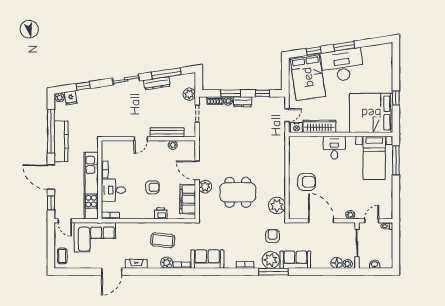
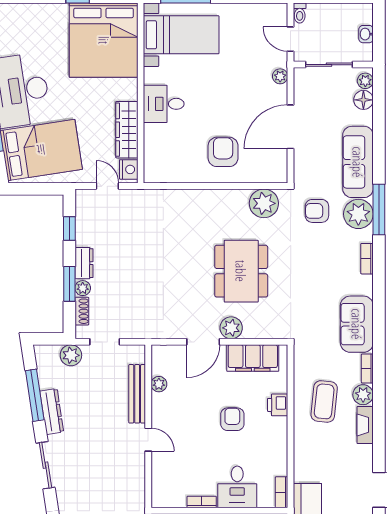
sofa: (295, 260) -> (358, 162), width x1.36
fireplace: (136, 264) -> (365, 425), moved

